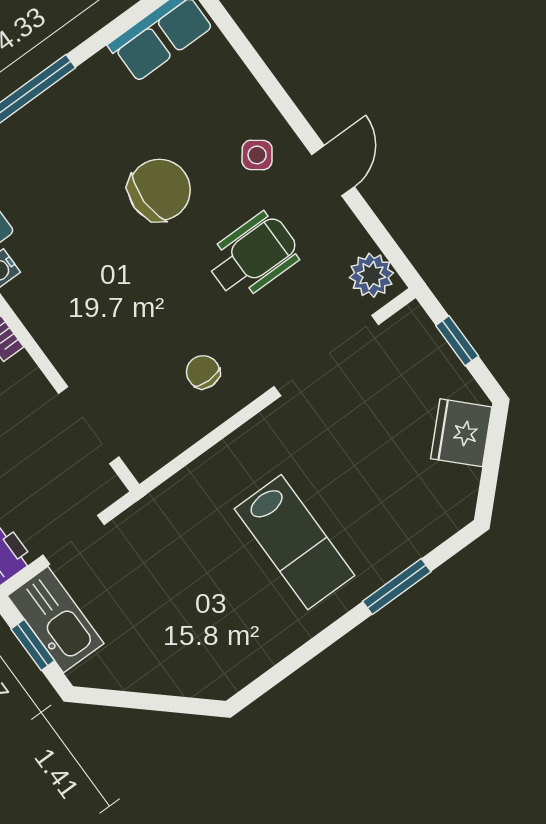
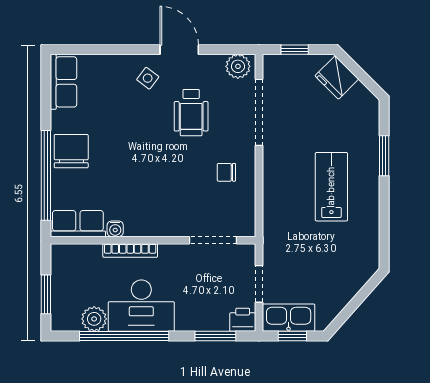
door: (333, 171) -> (179, 50), width x1.38
chair: (159, 190) -> (71, 151), moved
wheelchair: (253, 256) -> (191, 113), turned 180
lab bench: (295, 542) -> (331, 187), turned -90

